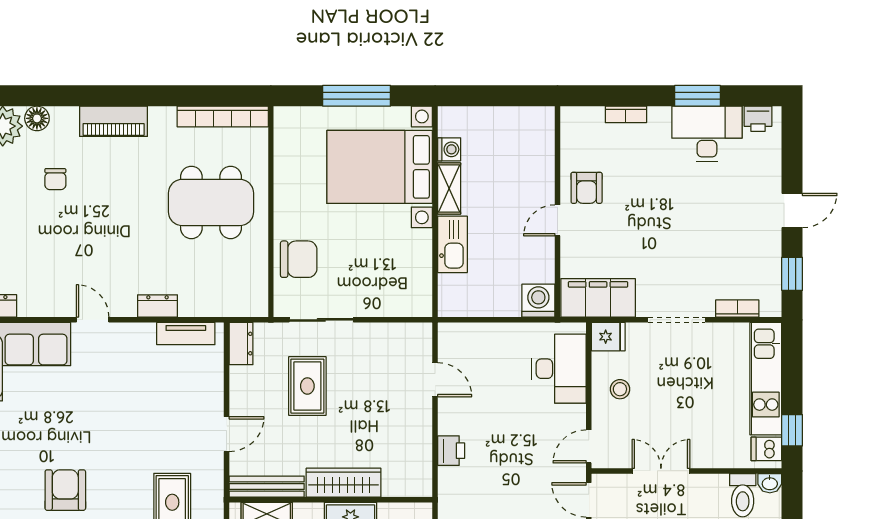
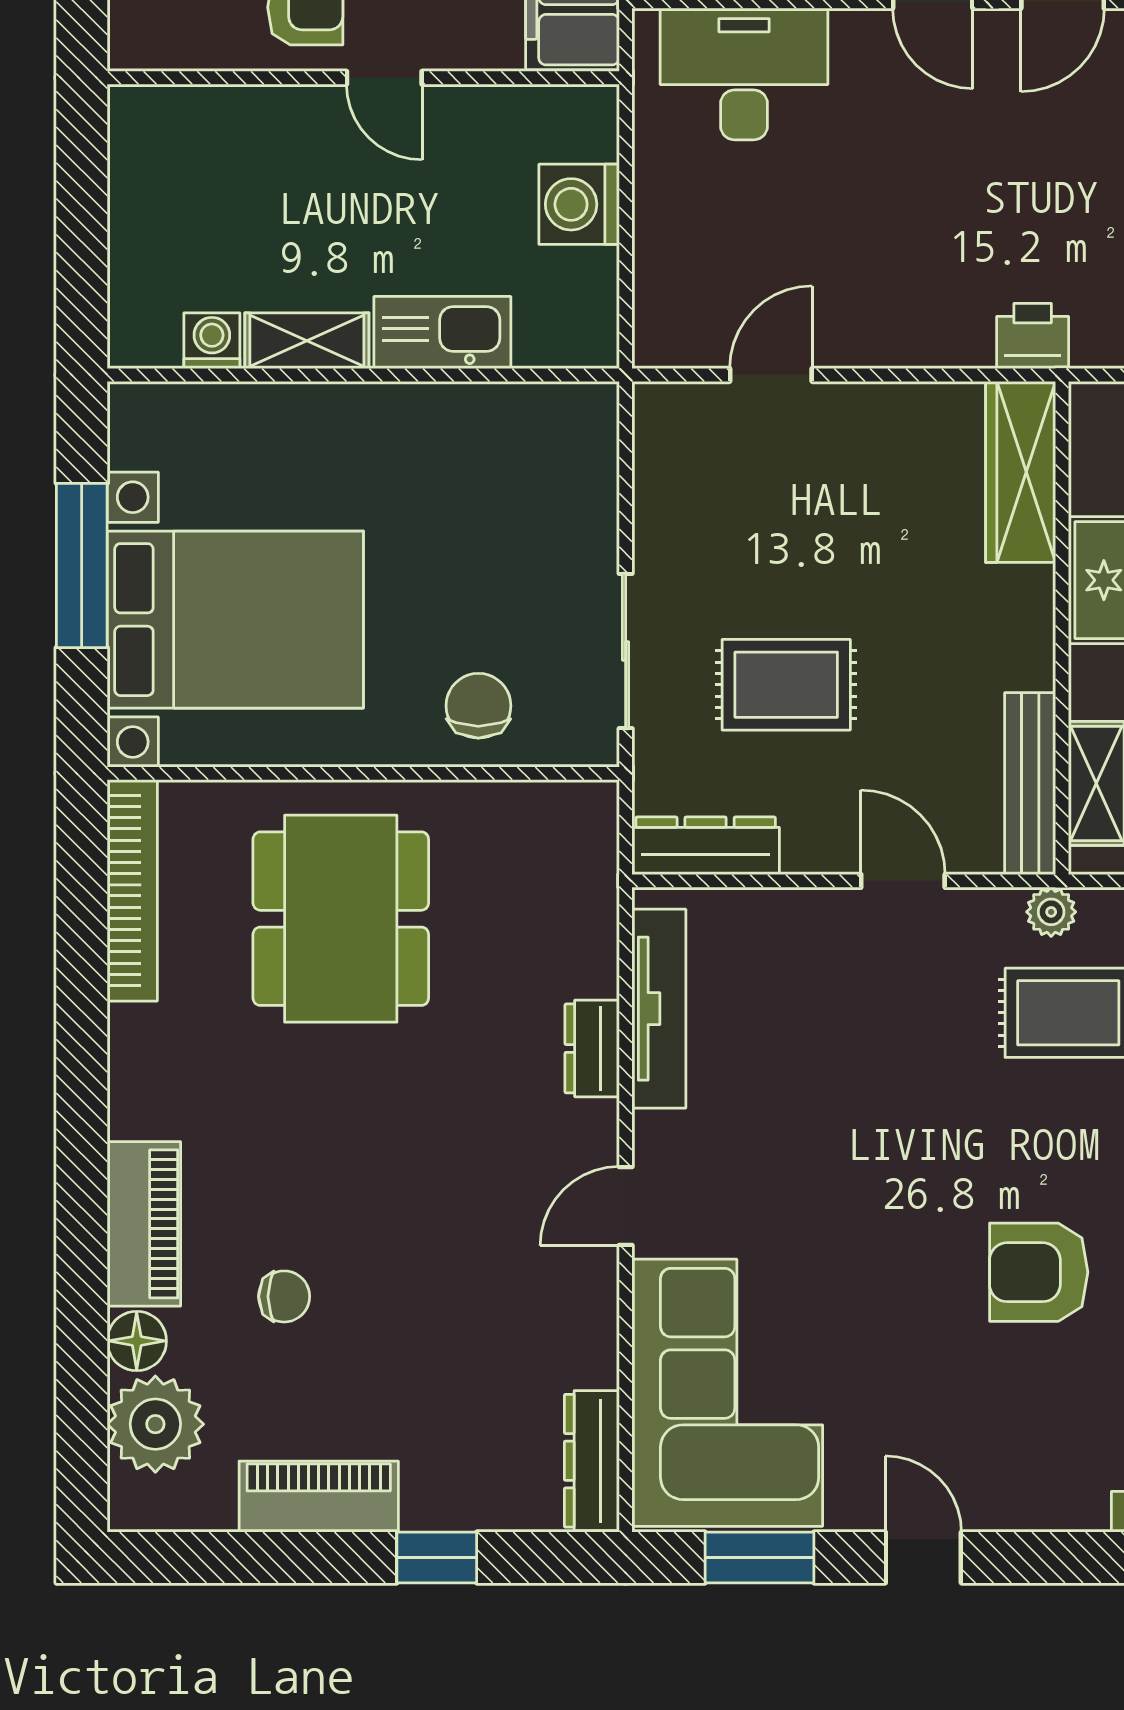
piano: (114, 121) -> (144, 1224), moved
bed with nightstands: (380, 167) -> (235, 620), moved, turned -90
chair: (299, 259) -> (478, 706), width x0.73, depth x0.73
washing machine: (538, 301) -> (579, 204), moved
tv unit: (186, 334) -> (659, 1009), width x1.41
dresser: (241, 344) -> (706, 846), width x1.44
printer: (451, 451) -> (1033, 336), moved
wardrobe: (344, 483) -> (1021, 472), moved
plant: (214, 495) -> (1051, 912), added

